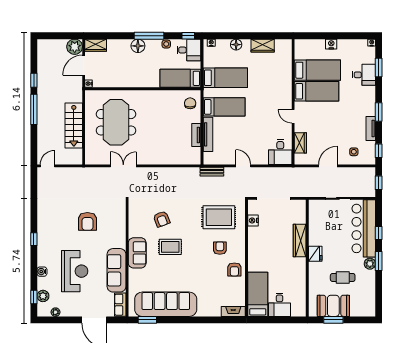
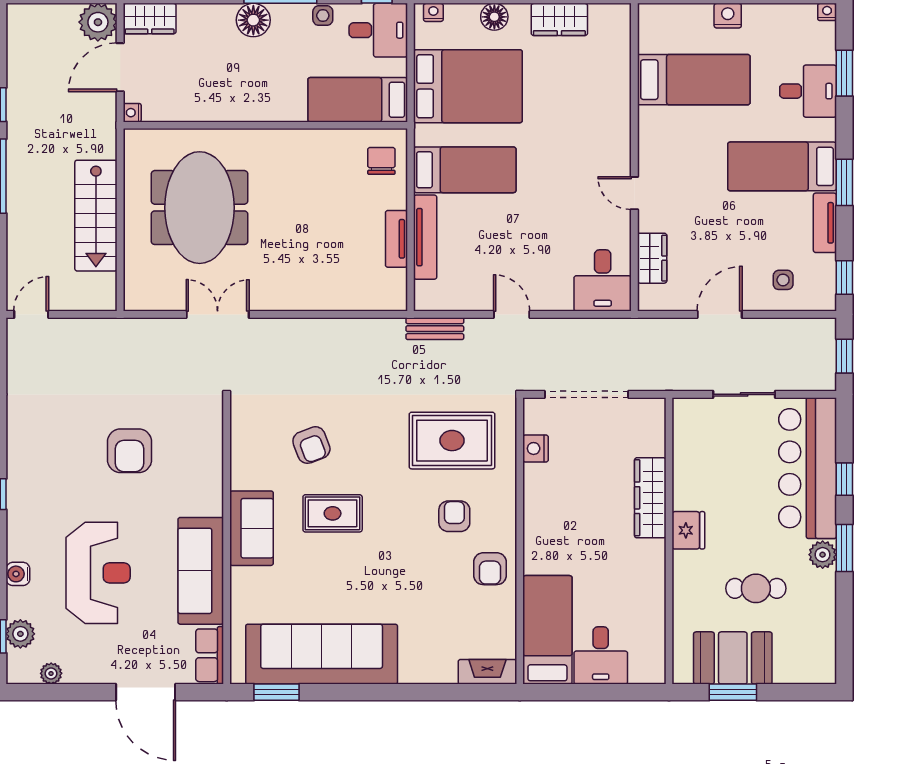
bed: (225, 78) -> (468, 86), width x1.50
bed: (317, 91) -> (782, 166), moved, turned 180

